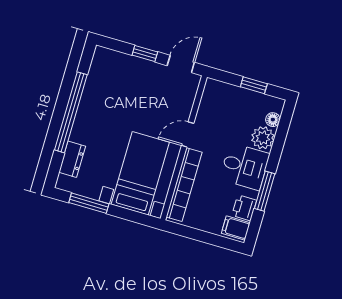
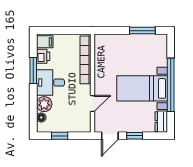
door: (188, 134) -> (93, 103), moved
dresser: (72, 159) -> (161, 122), moved
bed with nightstands: (140, 173) -> (142, 88), moved, turned 90

